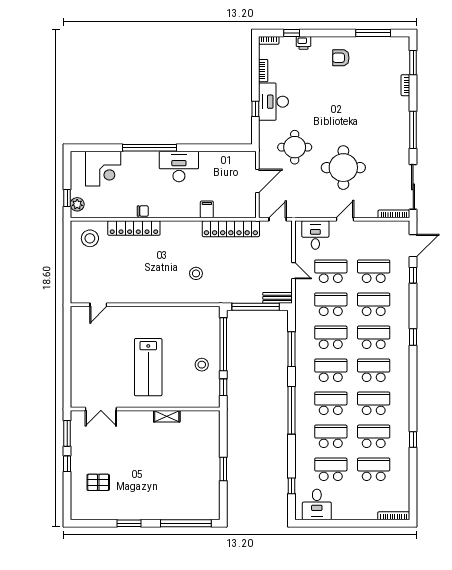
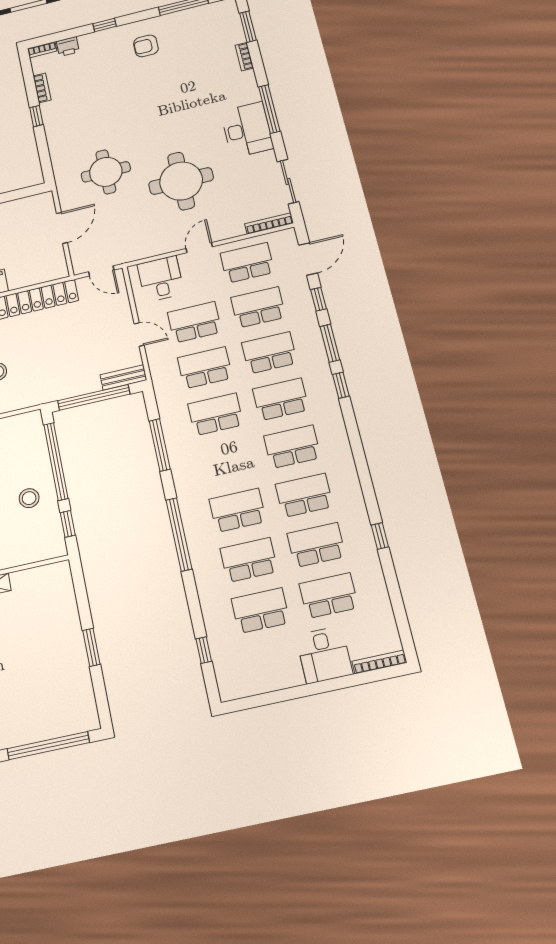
window: (292, 33) -> (105, 25), moved
printer: (303, 43) -> (68, 47), moved
desk: (274, 102) -> (247, 130), moved, turned 180
window: (255, 109) -> (36, 116), moved
sliding door: (413, 187) -> (288, 182), width x0.73
door: (278, 219) -> (101, 271), swing flipped
window: (413, 307) -> (330, 343), added
school desk: (331, 370) -> (247, 263), moved
desk: (317, 504) -> (324, 655), moved

